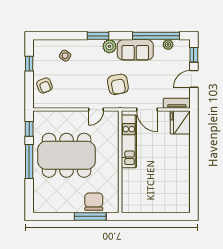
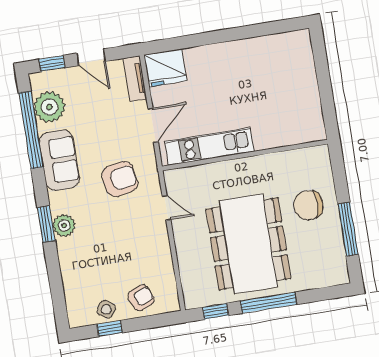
plant: (168, 45) -> (49, 107), width x1.88, depth x1.88
plant: (109, 46) -> (64, 226), moved
side table: (65, 56) -> (106, 309), moved
chair: (94, 202) -> (308, 205), moved
window: (90, 216) -> (348, 229), moved

